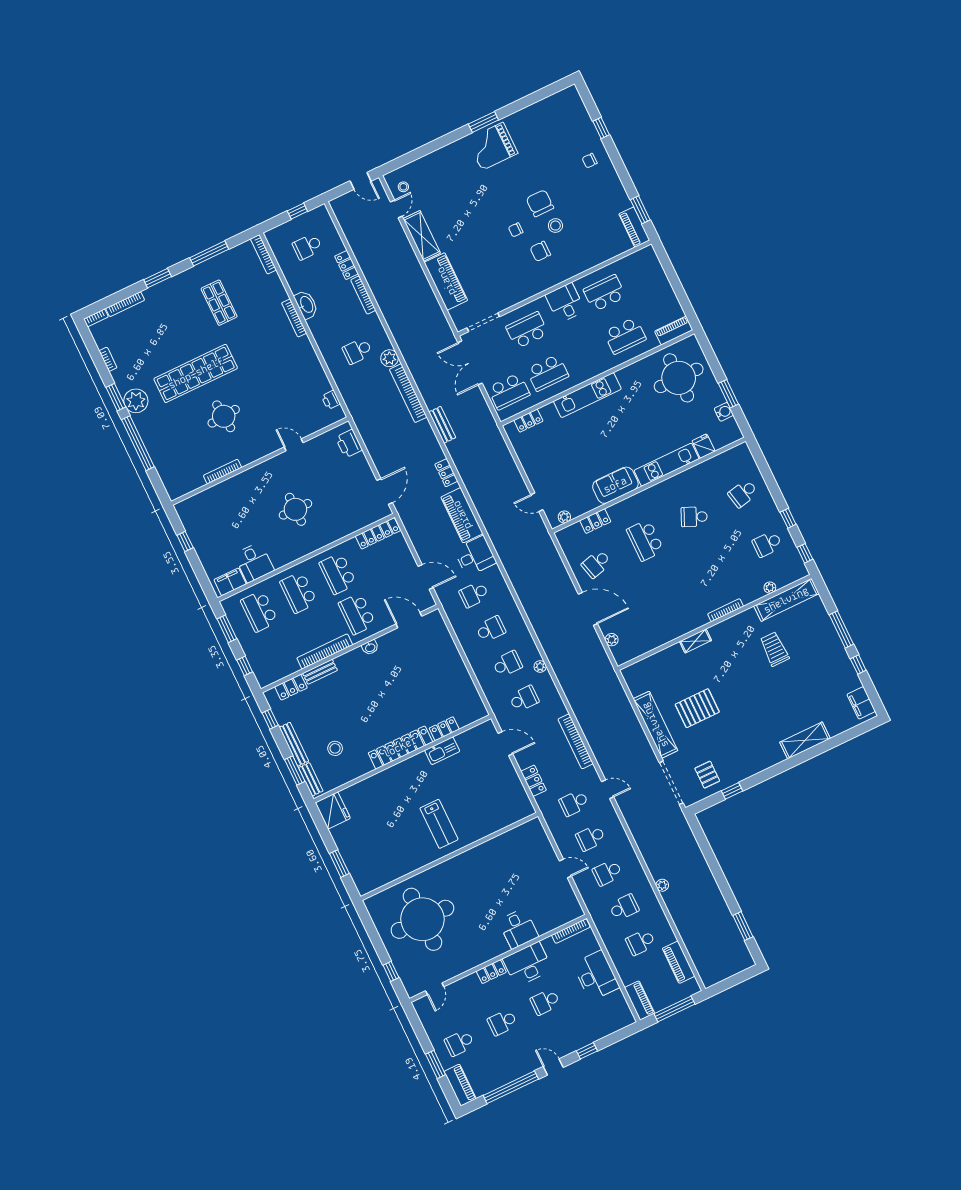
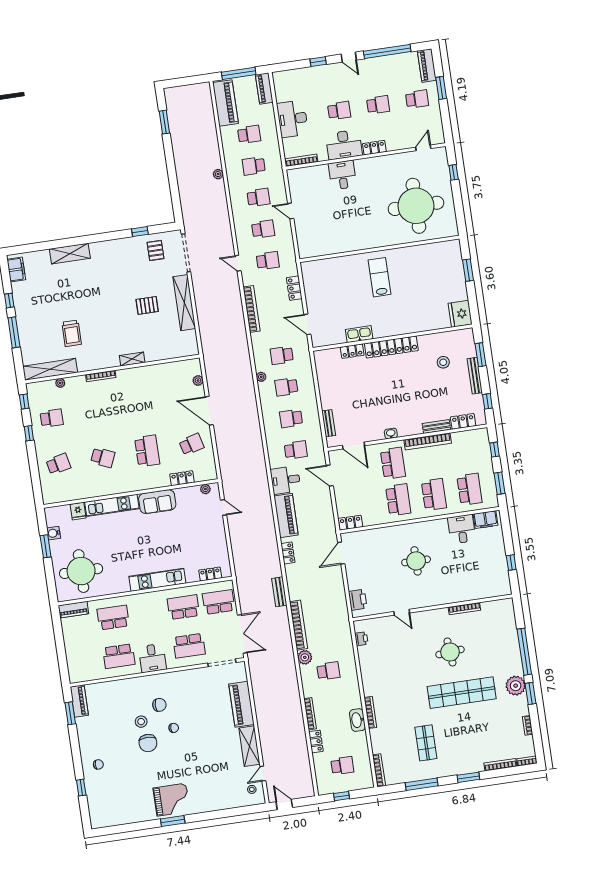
locker: (378, 533) -> (350, 523), width x0.66
pallet: (697, 708) -> (147, 305), width x0.67, depth x0.71
bench: (311, 779) -> (329, 423), moved
piano: (679, 962) -> (226, 103), width x1.37, depth x1.33

